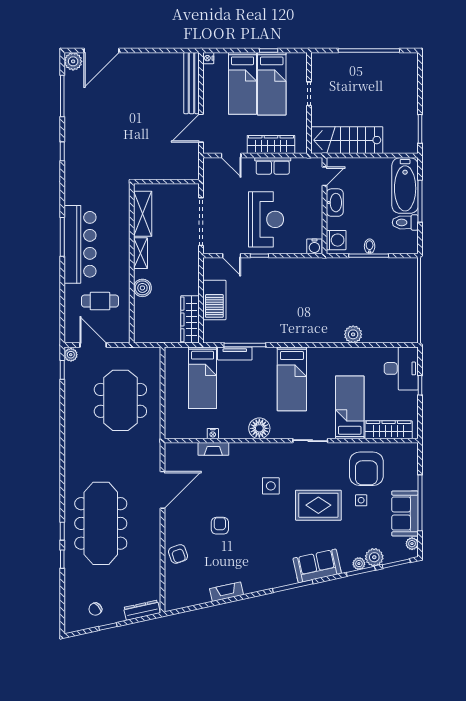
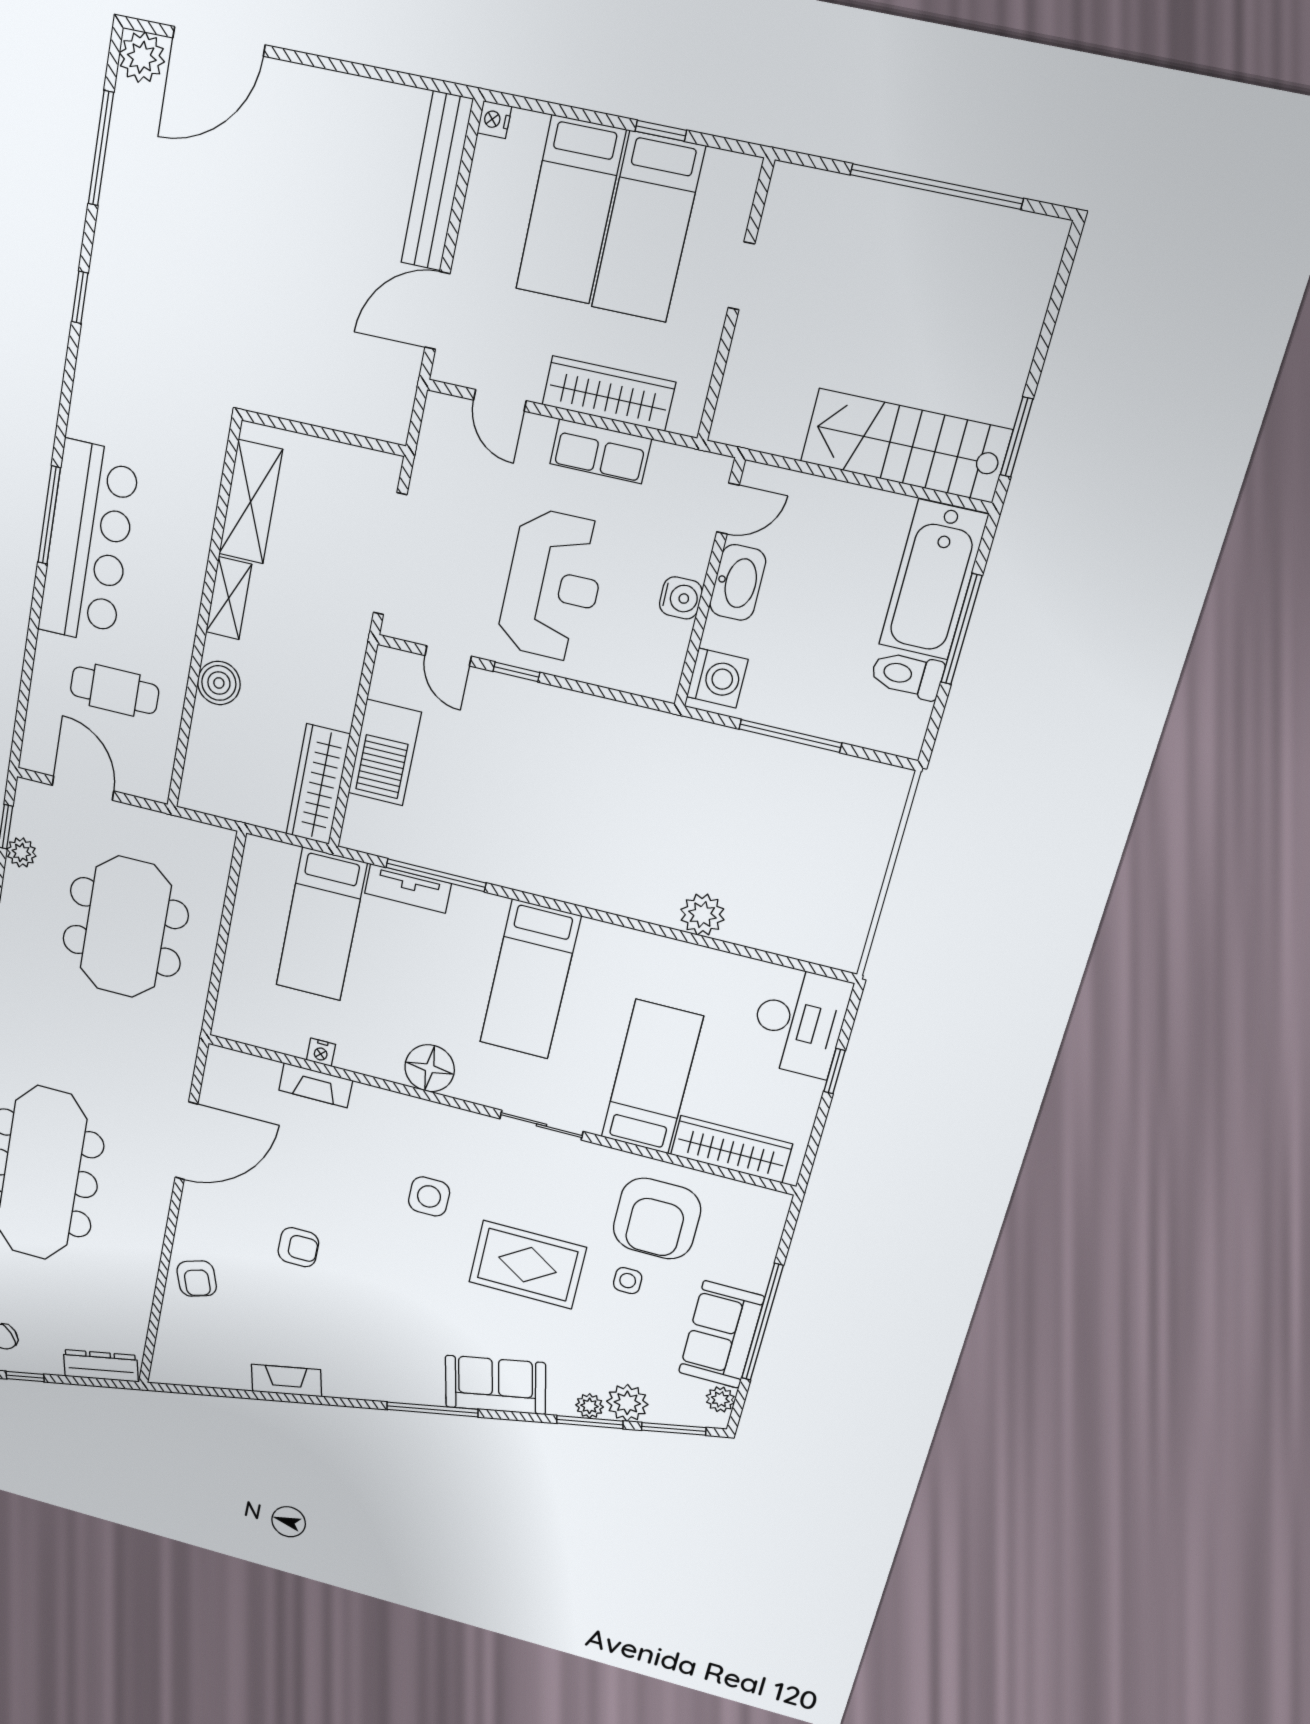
stairs: (347, 140) -> (906, 446), moved
water cooler: (314, 246) -> (681, 598), moved, turned -90
bidet: (370, 246) -> (799, 713), removed
plant: (71, 355) -> (21, 852), moved
armchair: (220, 526) -> (298, 1247), turned 90

